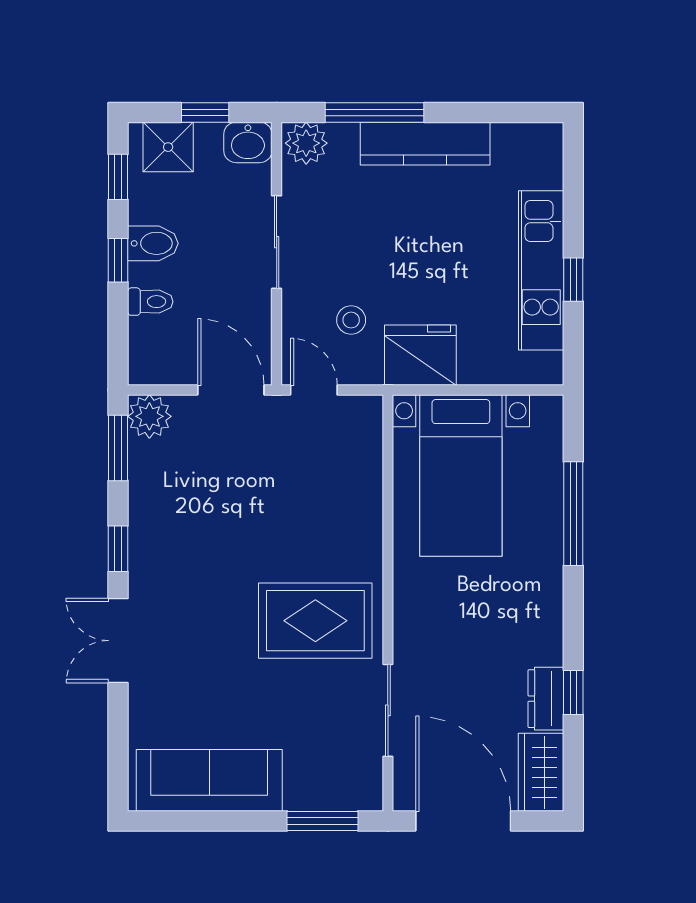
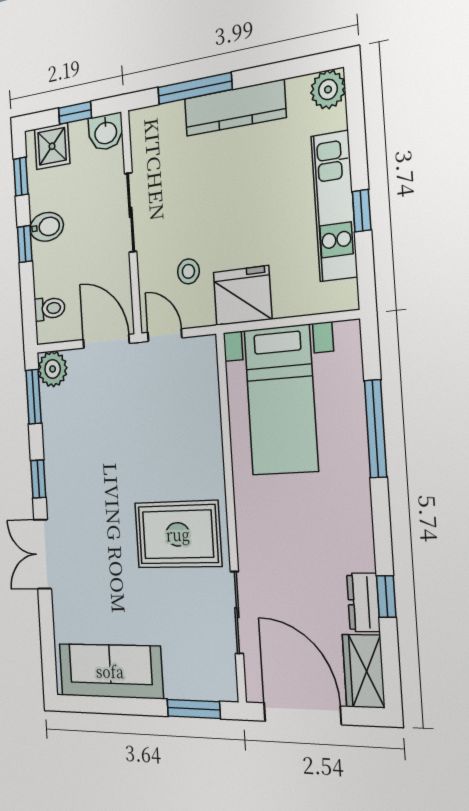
plant: (306, 143) -> (328, 89), moved
toilet: (150, 302) -> (50, 309), moved

